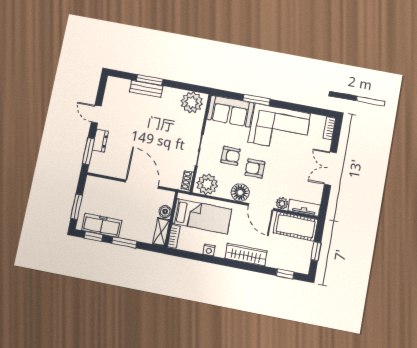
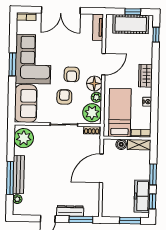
window: (150, 80) -> (10, 178), width x1.44
plant: (125, 84) -> (17, 199), added
bench: (146, 89) -> (19, 175), width x1.36
window: (257, 100) -> (12, 64), moved
dresser: (100, 141) -> (70, 211), width x1.44
double door: (330, 168) -> (61, 10), width x1.37
plant: (282, 203) -> (96, 97), moved
cot: (296, 226) -> (131, 24), moved, turned 90
wardrobe: (246, 254) -> (145, 76), width x0.67

